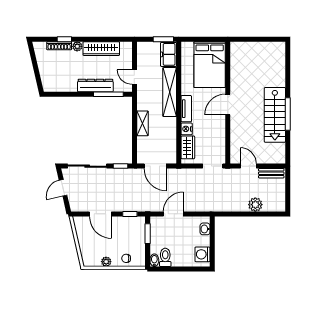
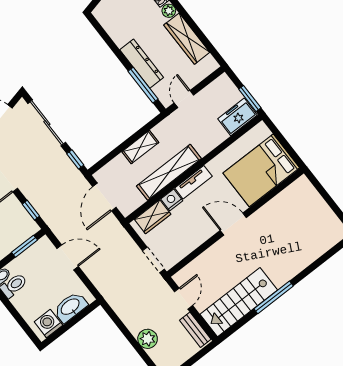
shelving: (170, 92) -> (169, 172), moved
stairs: (275, 115) -> (239, 302), moved
washbasin: (205, 229) -> (70, 307), width x1.91, depth x1.45

